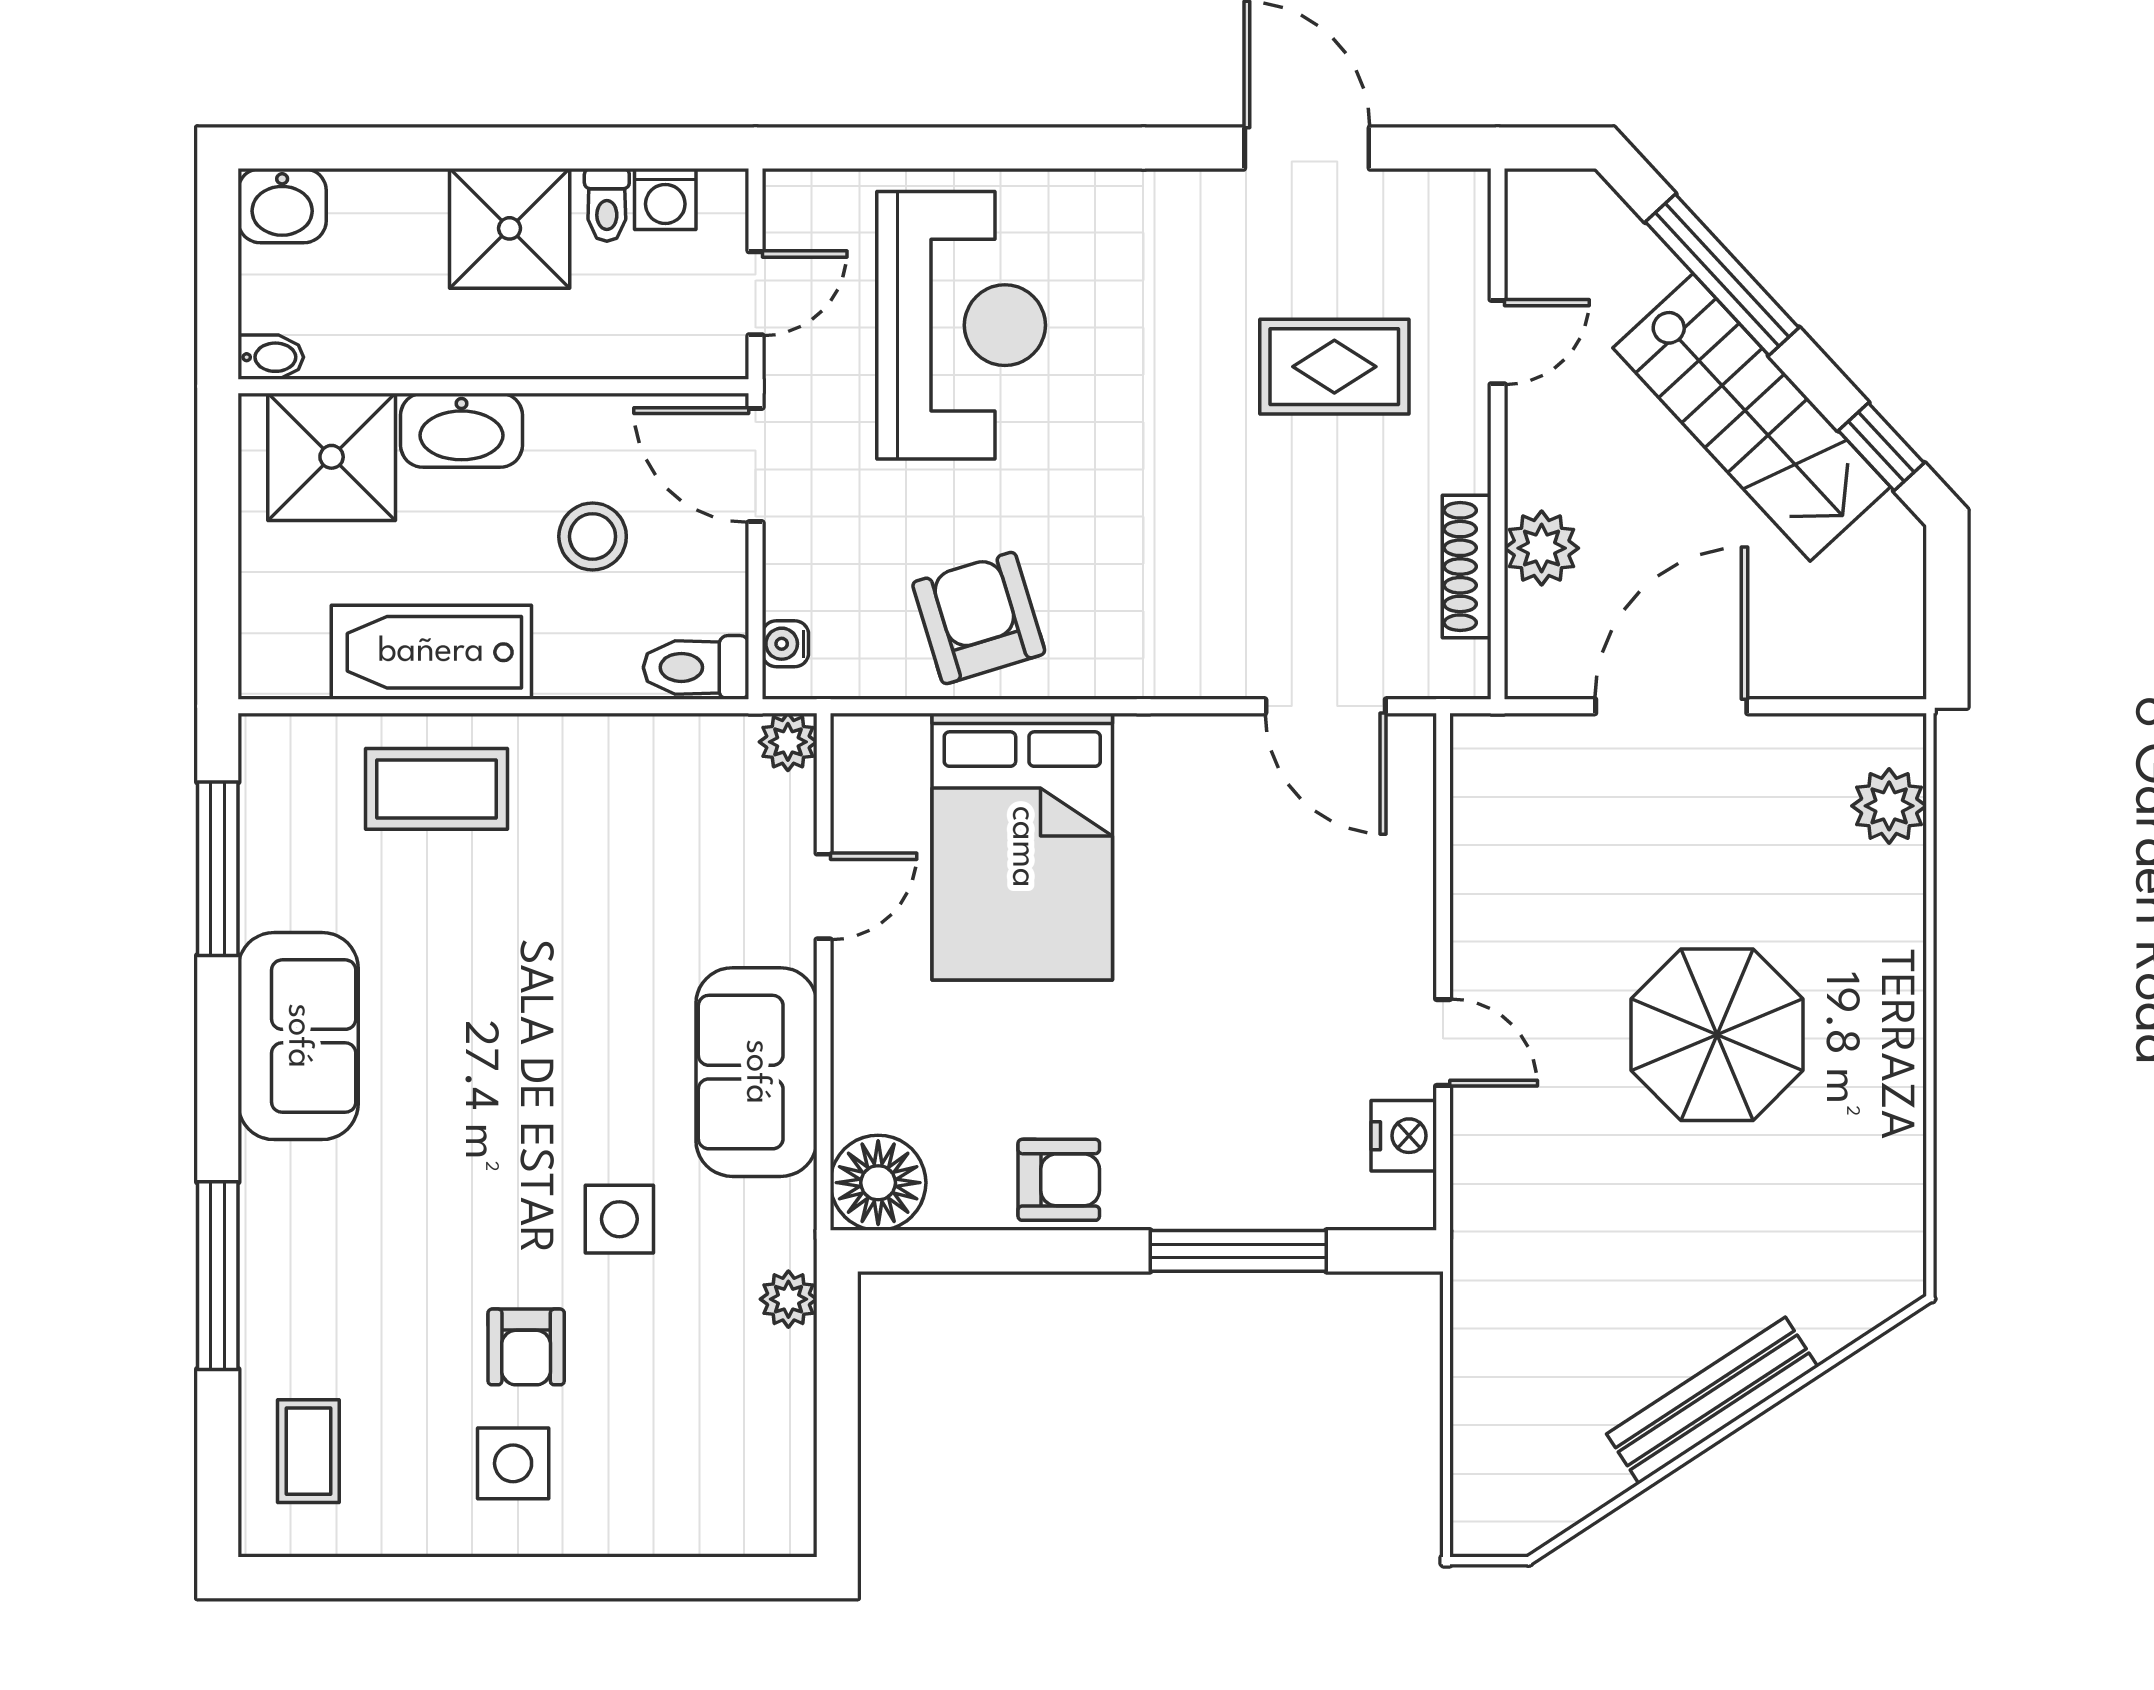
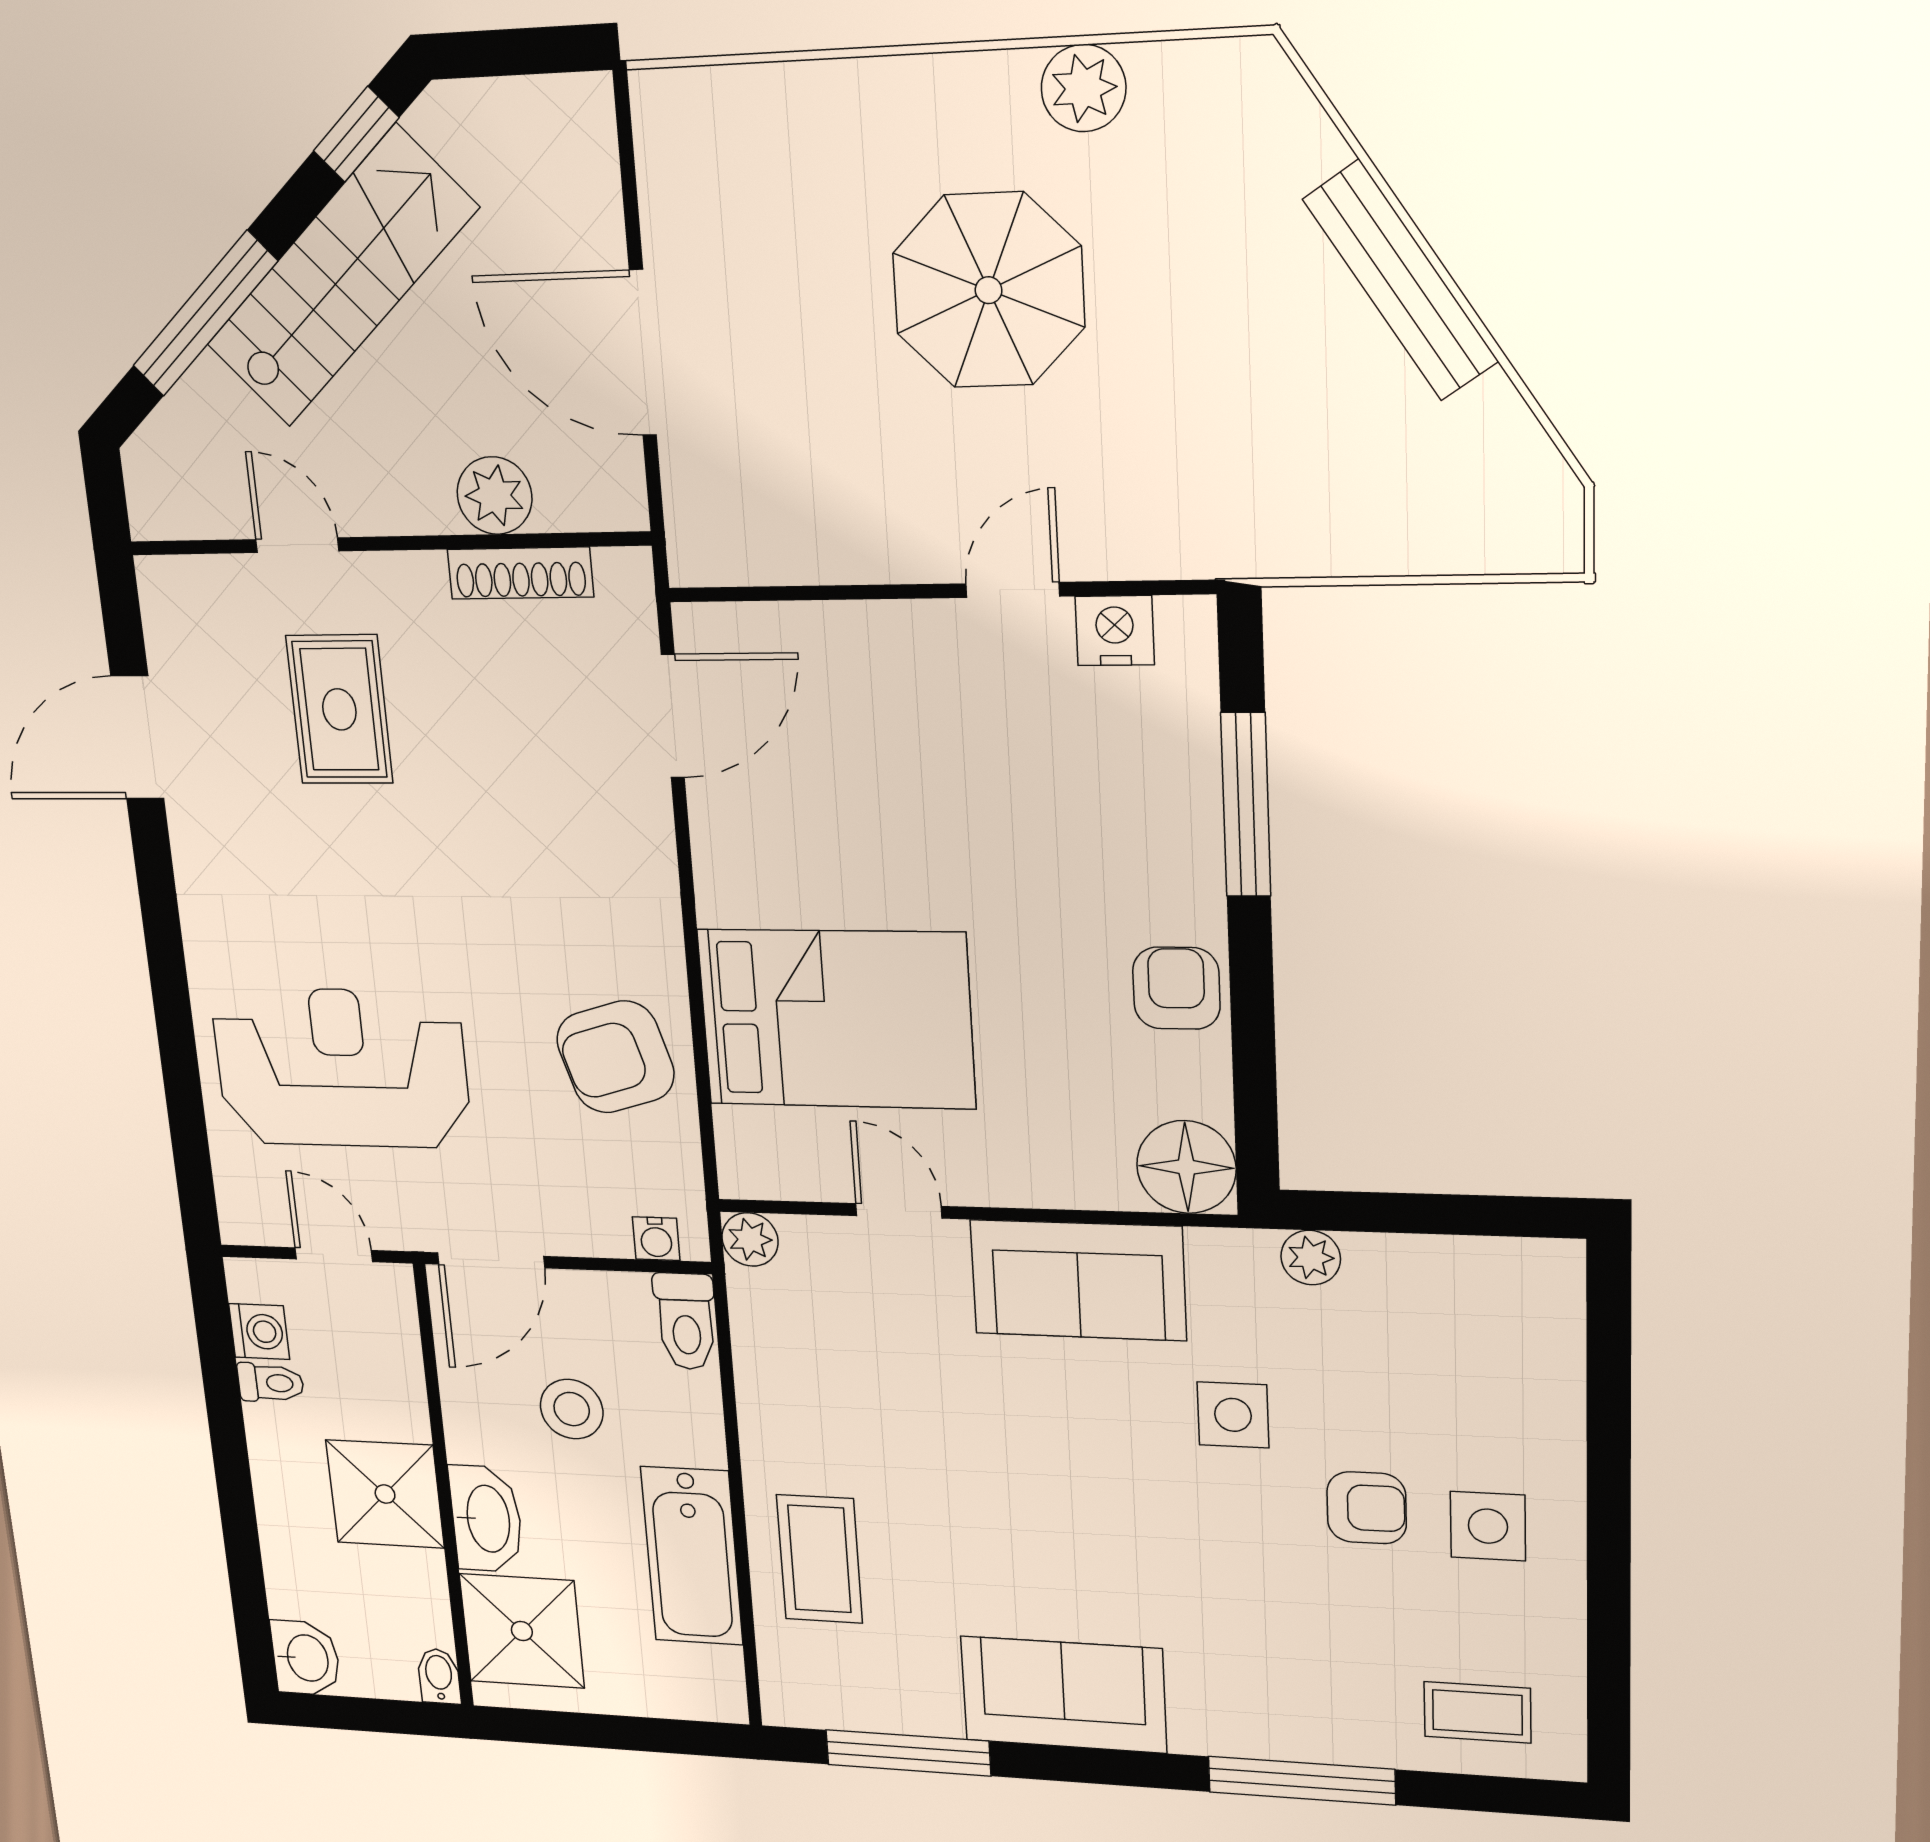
shower: (510, 228) -> (385, 1494), moved
plant: (1889, 806) -> (1084, 88), moved

